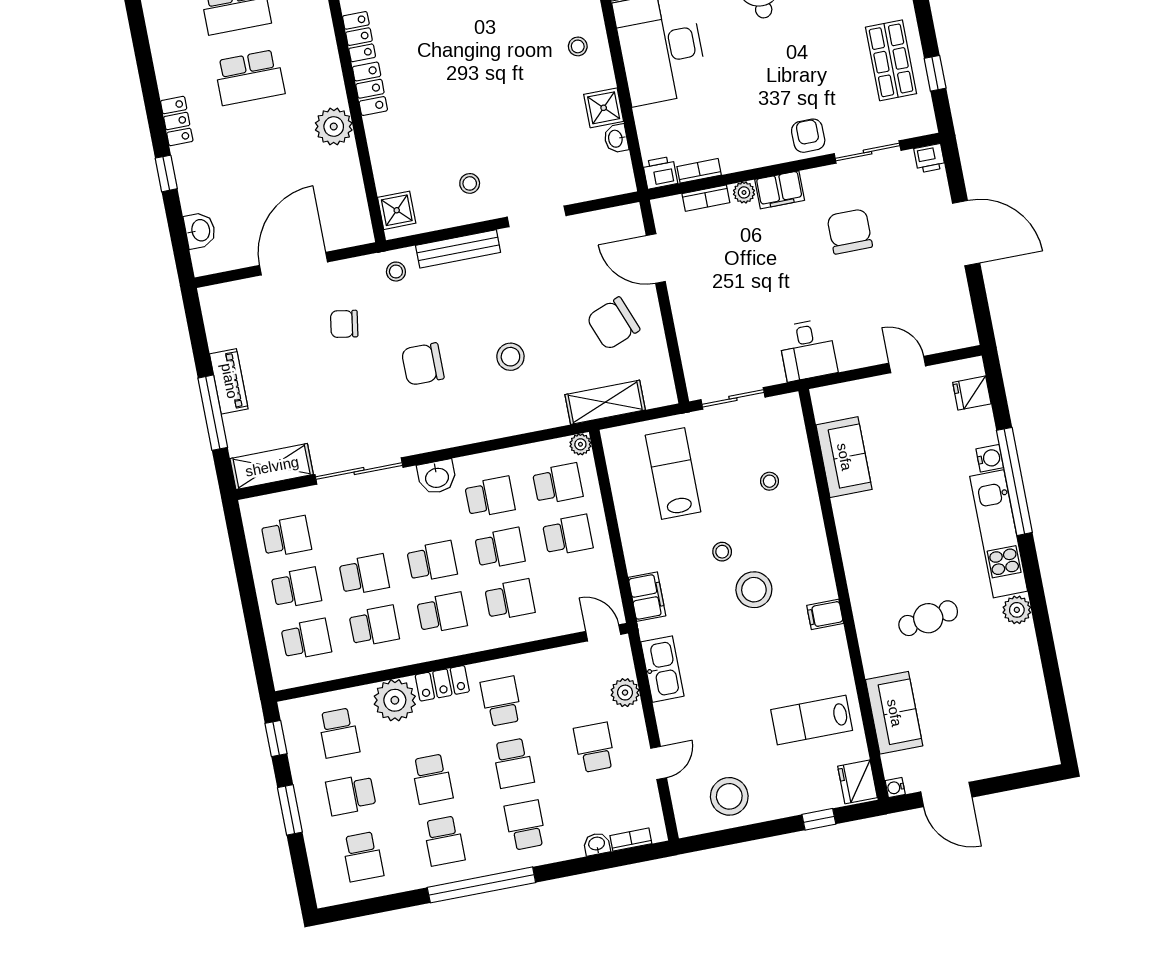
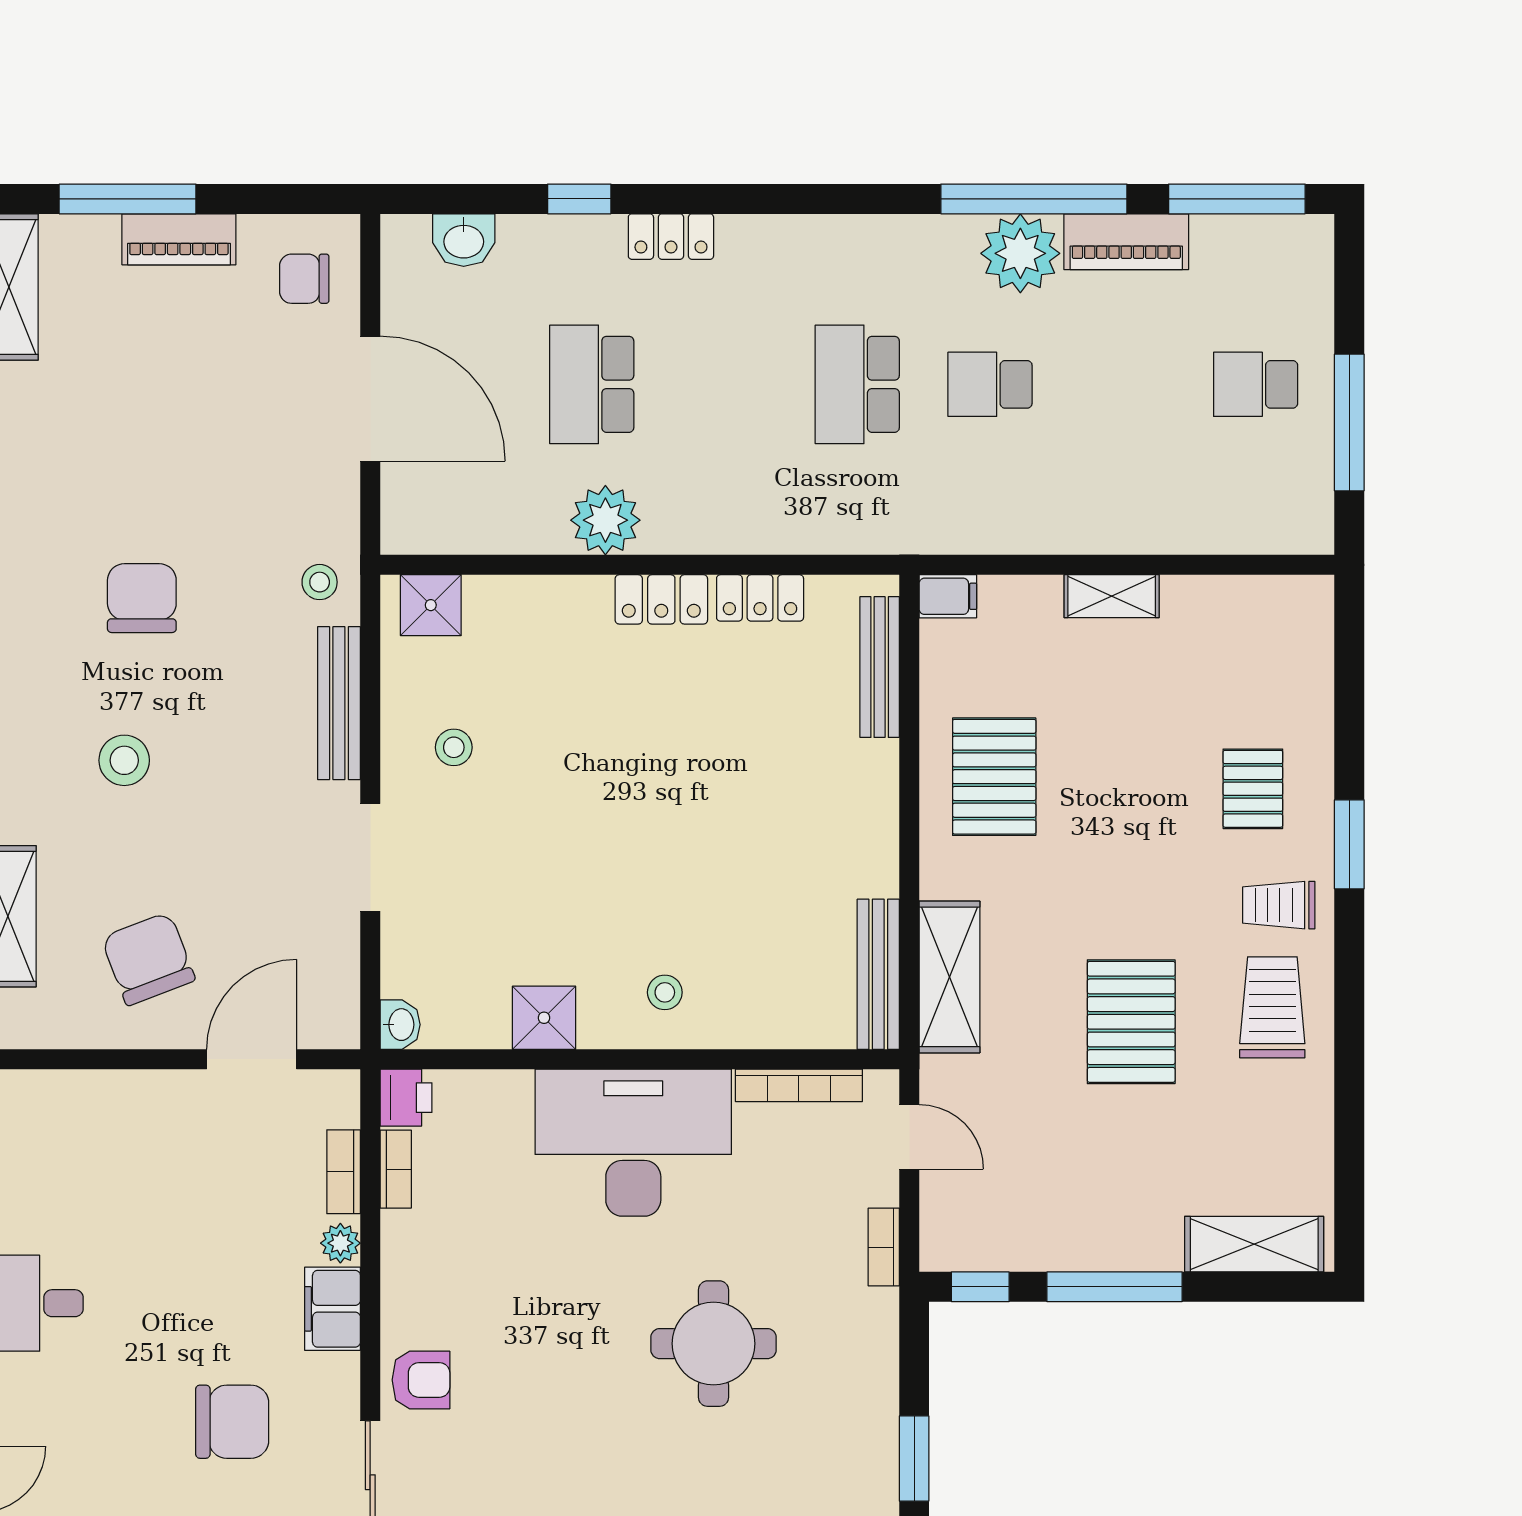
school desk: (250, 77) -> (592, 384), moved
washbasin: (616, 139) -> (400, 1025), moved, turned 90
chair: (344, 324) -> (304, 279), moved, turned -99

